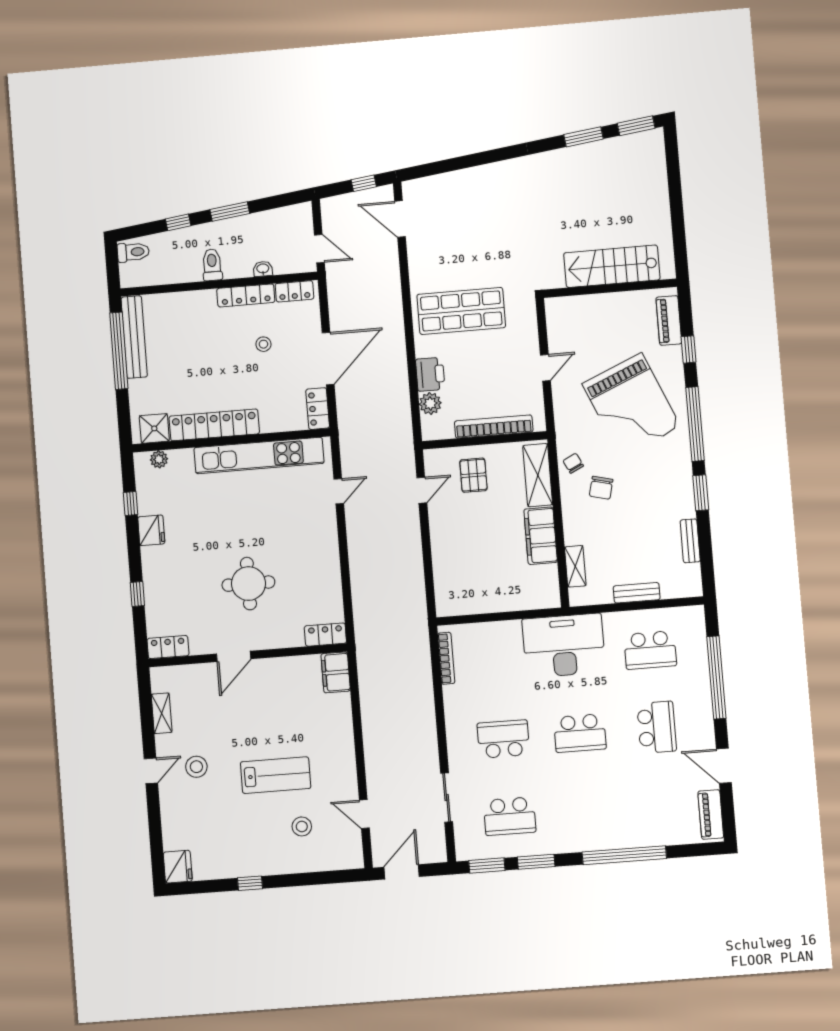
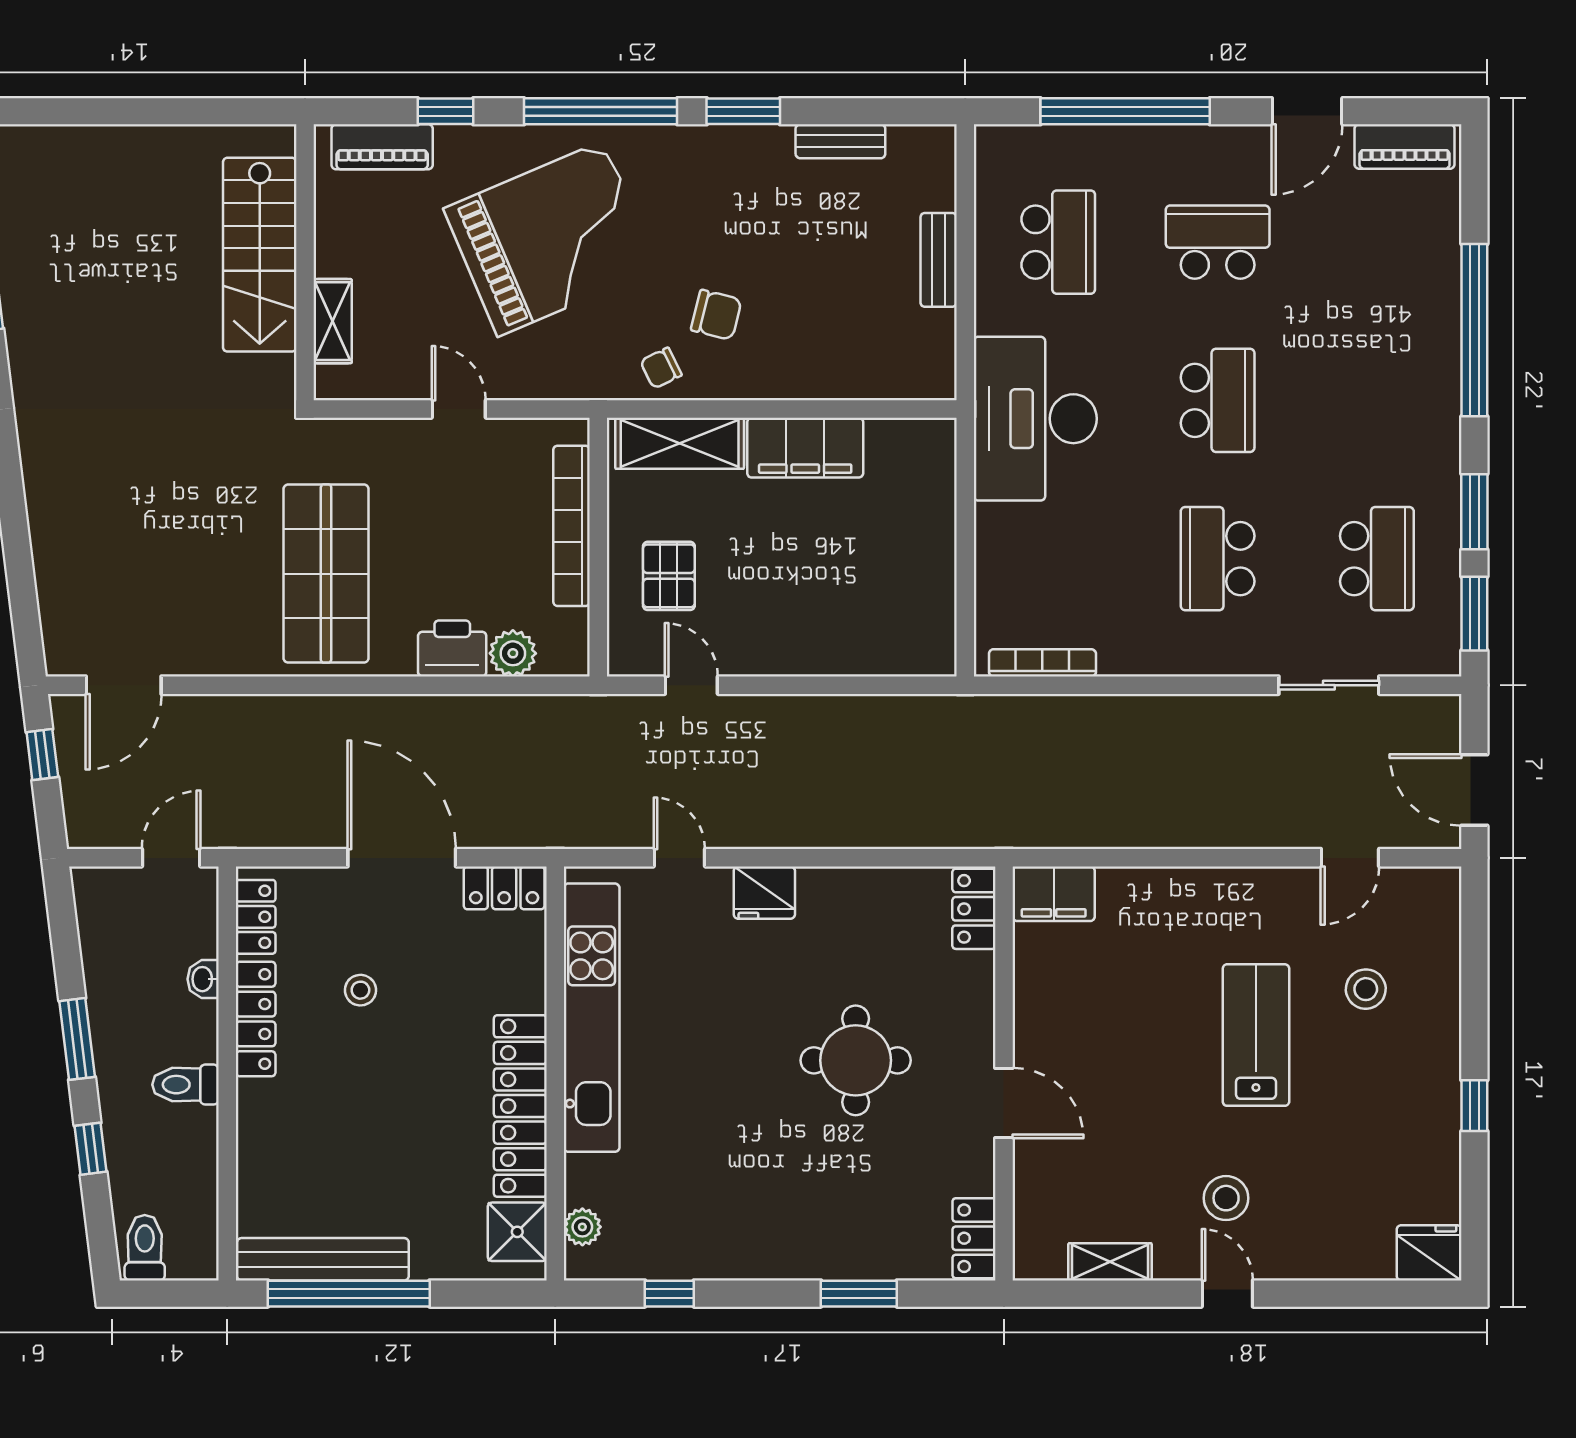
pallet: (473, 475) -> (669, 576), turned 90
fridge: (151, 530) -> (764, 893), moved, turned 180
shelving: (575, 566) -> (333, 321), moved, turned 90
window: (137, 594) -> (859, 1294), width x1.50

